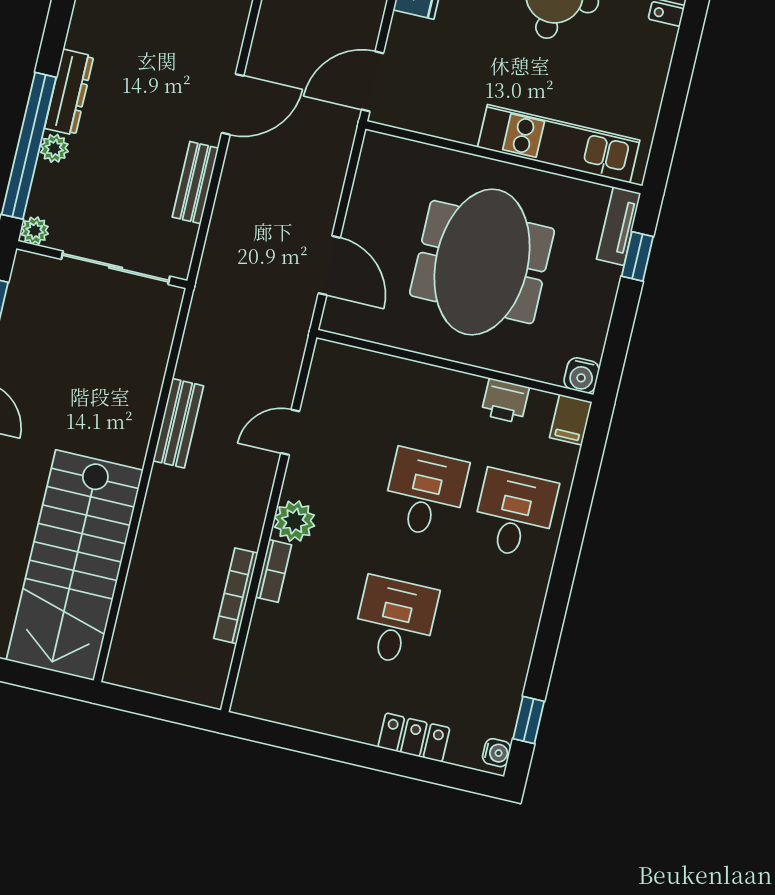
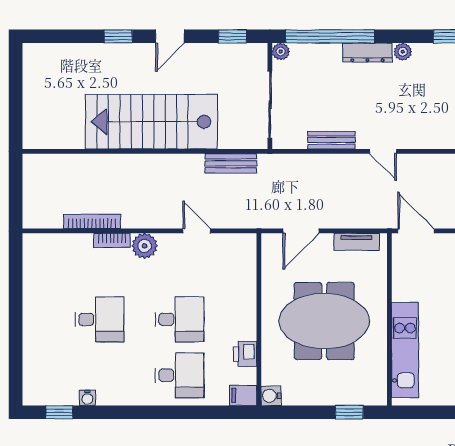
door: (233, 104) -> (383, 151), width x0.73
plant: (54, 148) -> (403, 52), moved
tv unit: (619, 226) -> (356, 242), moved, turned 180
bench: (178, 423) -> (231, 163), moved
stairs: (75, 565) -> (151, 122), moved
locker: (414, 737) -> (33, 347), removed
water cooler: (497, 753) -> (87, 398), moved

